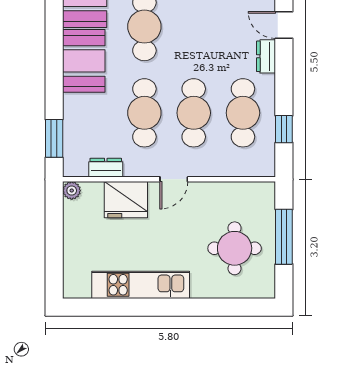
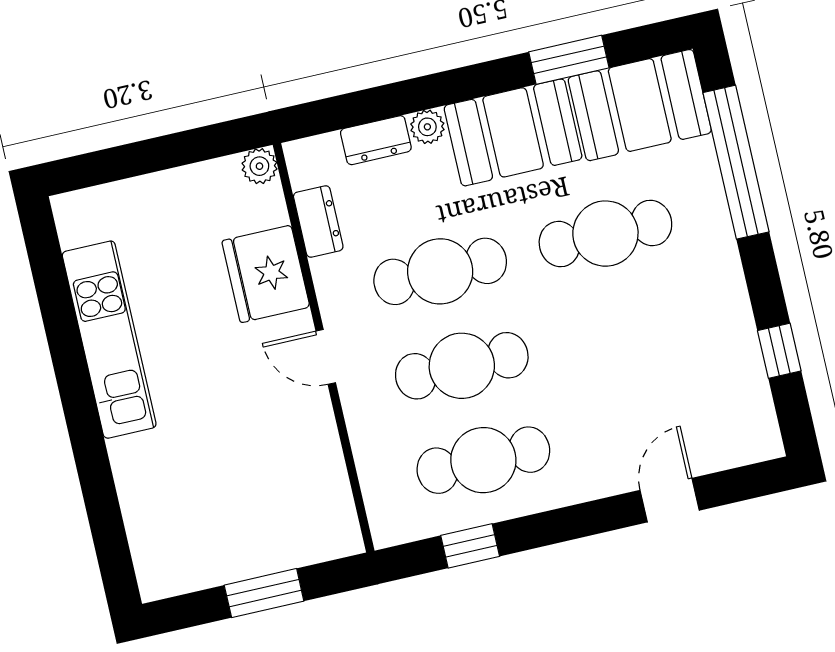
dresser: (266, 56) -> (376, 140), moved, turned 180
plant: (71, 103) -> (427, 127), added
window: (54, 138) -> (569, 60), moved
window: (284, 237) -> (264, 593), width x0.69
round table: (235, 248) -> (220, 503), removed

